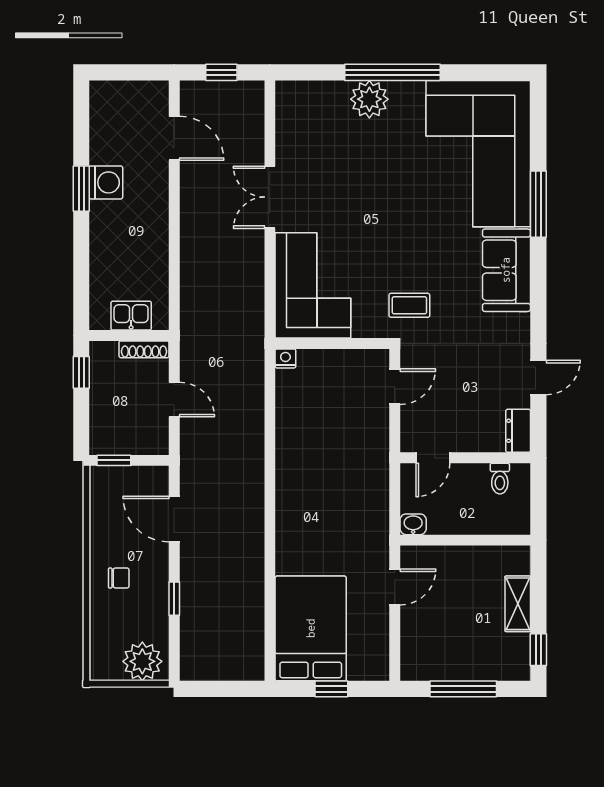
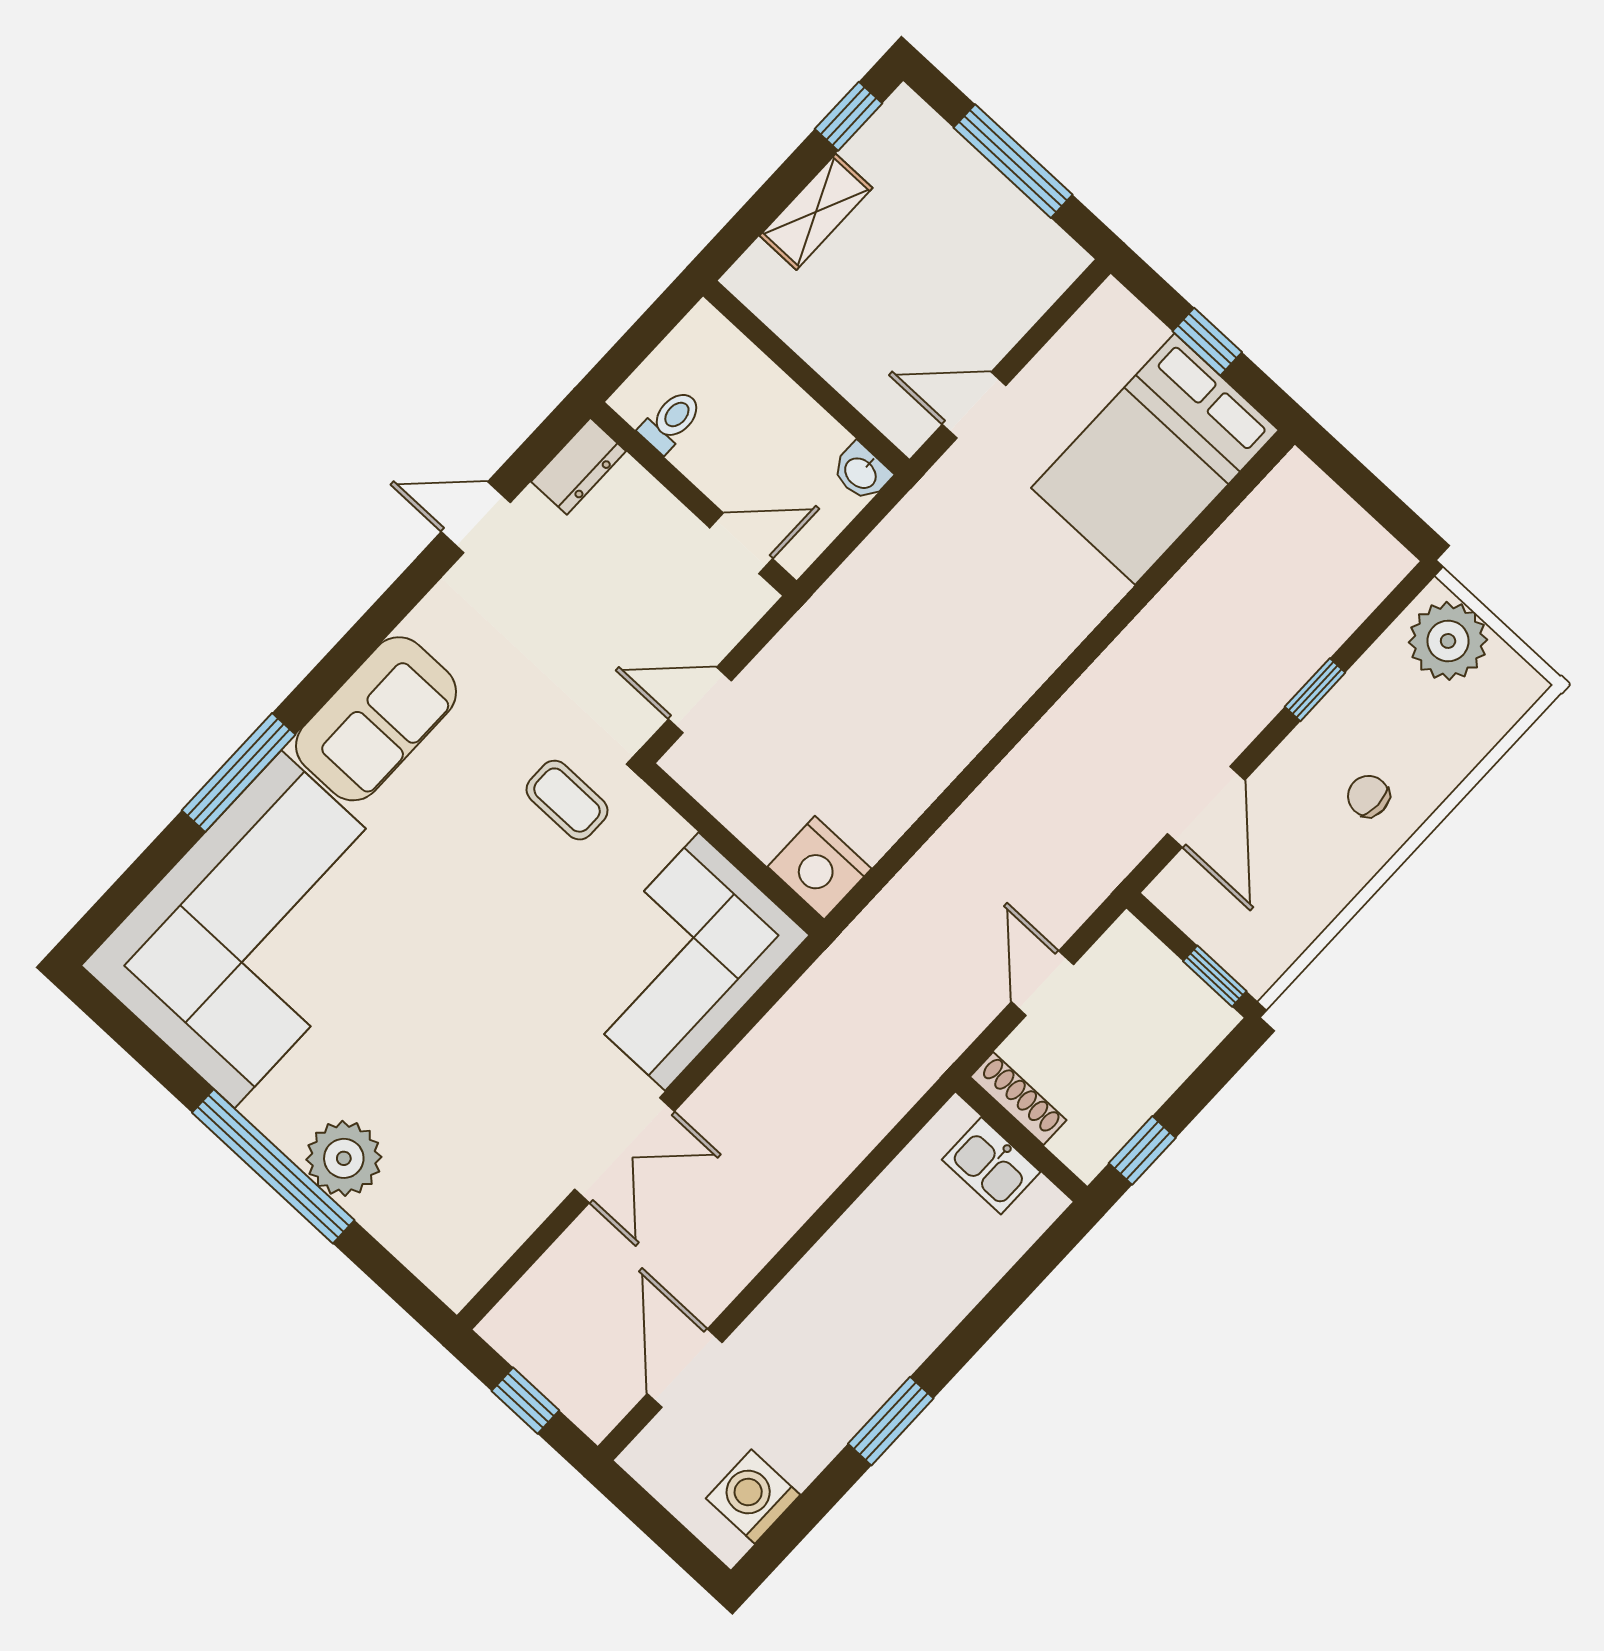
washing machine: (106, 182) -> (753, 1497), moved
nightstand: (285, 358) -> (819, 868), width x1.89, depth x1.79

